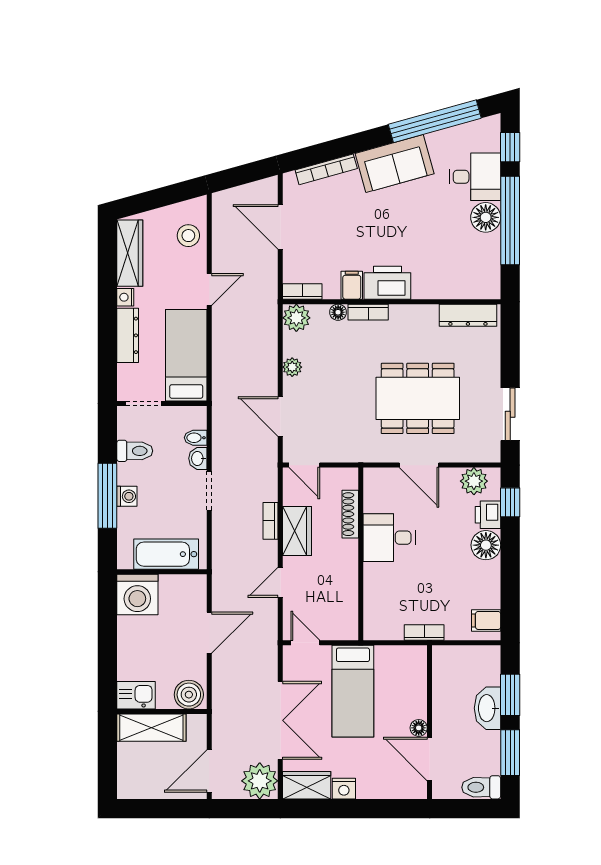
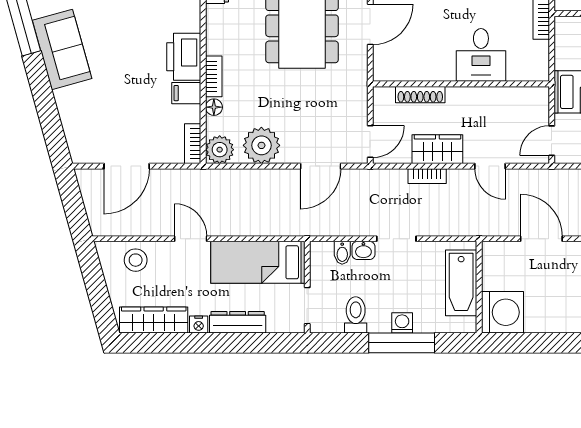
bookcase: (326, 169) -> (68, 119), removed
plant: (292, 367) -> (261, 145), width x1.88, depth x1.88
desk: (389, 538) -> (481, 55), moved

